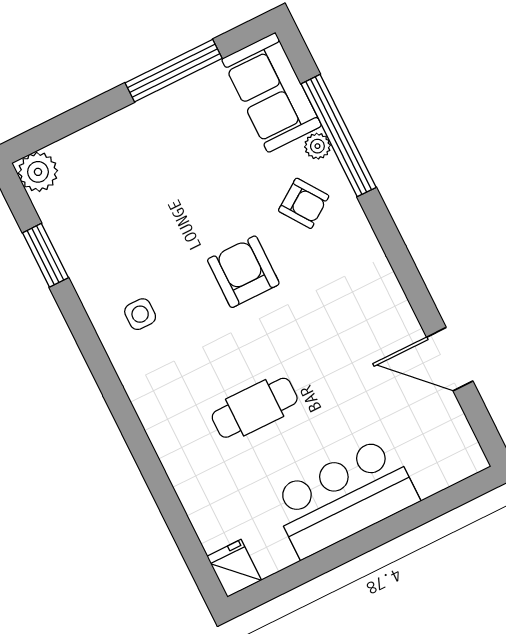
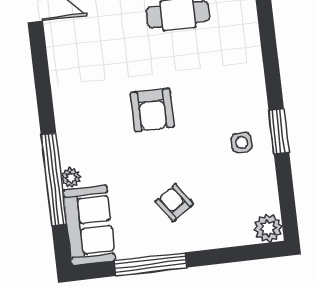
armchair: (304, 203) -> (174, 203), moved
window: (45, 255) -> (279, 131), moved
side table: (140, 314) -> (242, 143), moved

